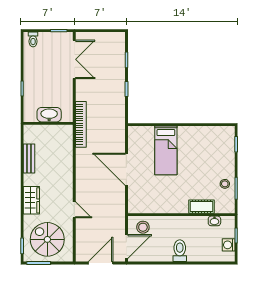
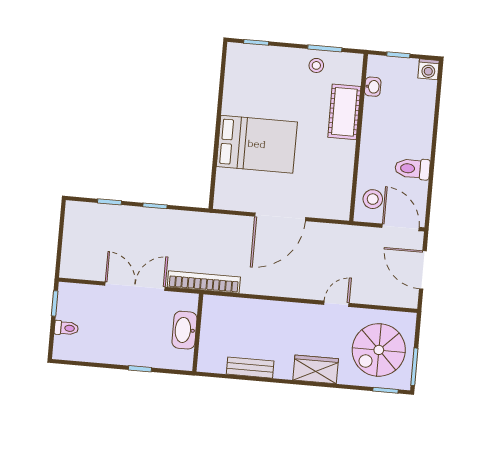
toilet: (33, 39) -> (66, 328), moved
double door: (74, 59) -> (135, 286), moved
bed: (166, 150) -> (257, 144), width x1.50
cot: (201, 207) -> (344, 112), width x1.37, depth x1.34
washing machine: (229, 245) -> (428, 69), moved
toilet: (180, 251) -> (412, 169), moved

